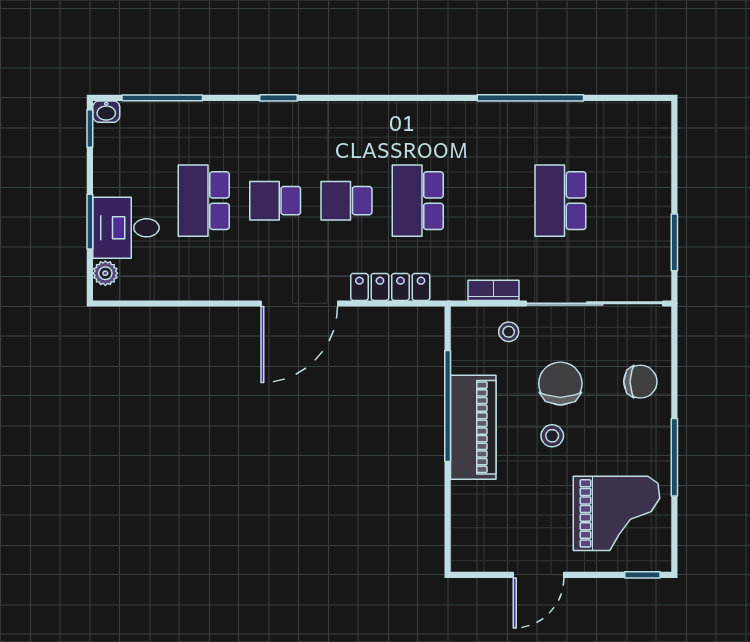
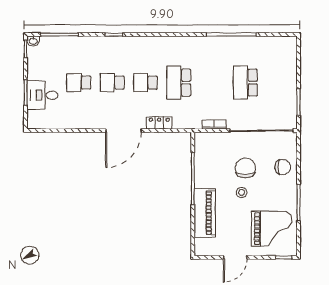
school desk: (204, 201) -> (79, 83), width x0.54
plant: (105, 273) -> (33, 116), removed
locker: (390, 287) -> (159, 123), width x0.66
stool: (509, 332) -> (221, 144), removed
piano: (473, 427) -> (205, 213), moved

